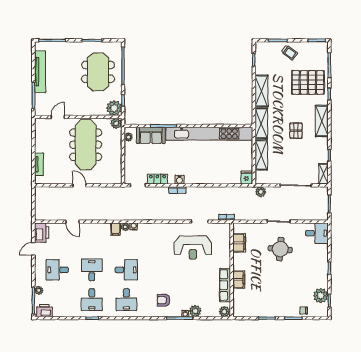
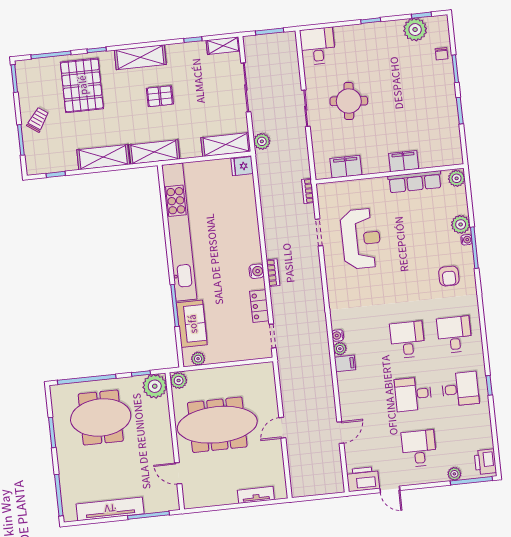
shelving: (261, 155) -> (226, 145), moved
desk: (57, 270) -> (419, 448), turned 180
desk: (126, 300) -> (454, 335), turned -90

